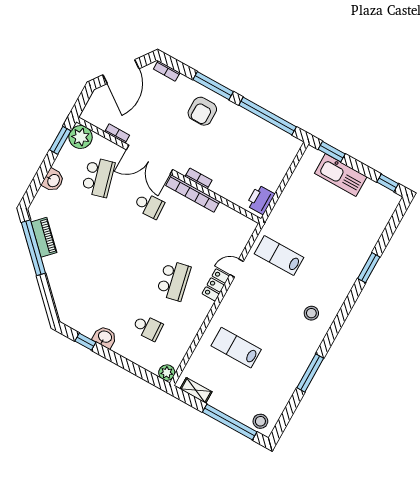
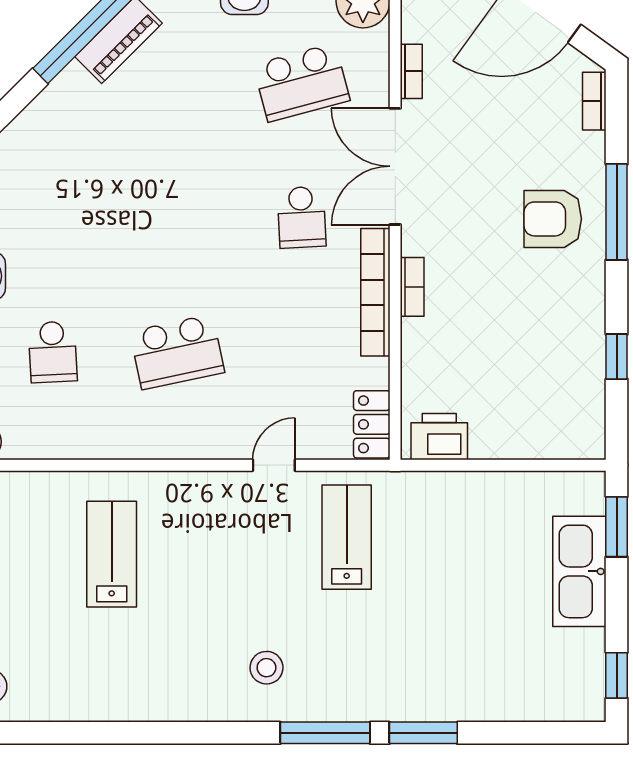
window: (268, 116) -> (617, 357), width x0.32
door: (237, 268) -> (274, 465), hinge flipped
locker: (216, 285) -> (372, 424), moved, turned -90
window: (310, 373) -> (325, 733), moved

